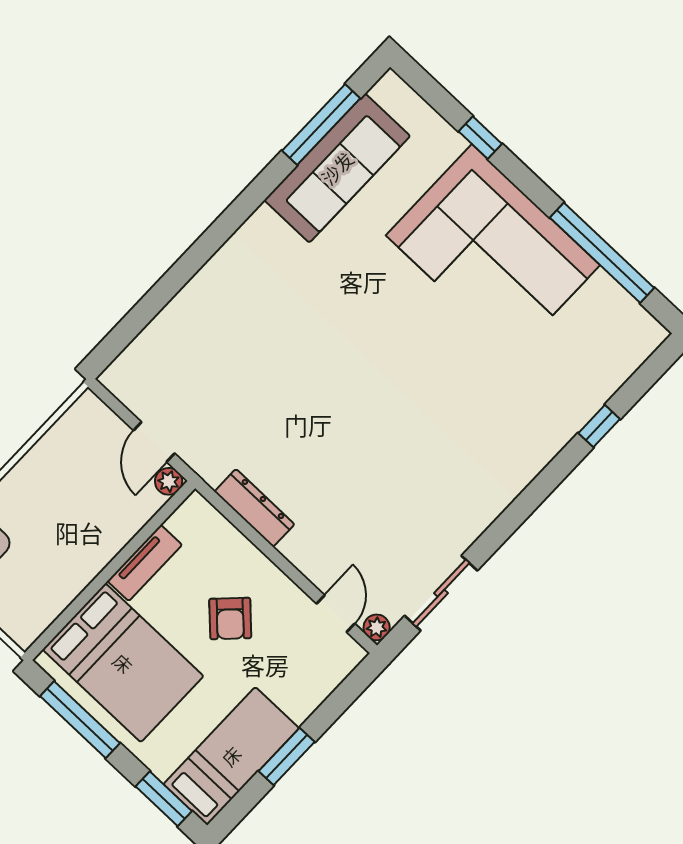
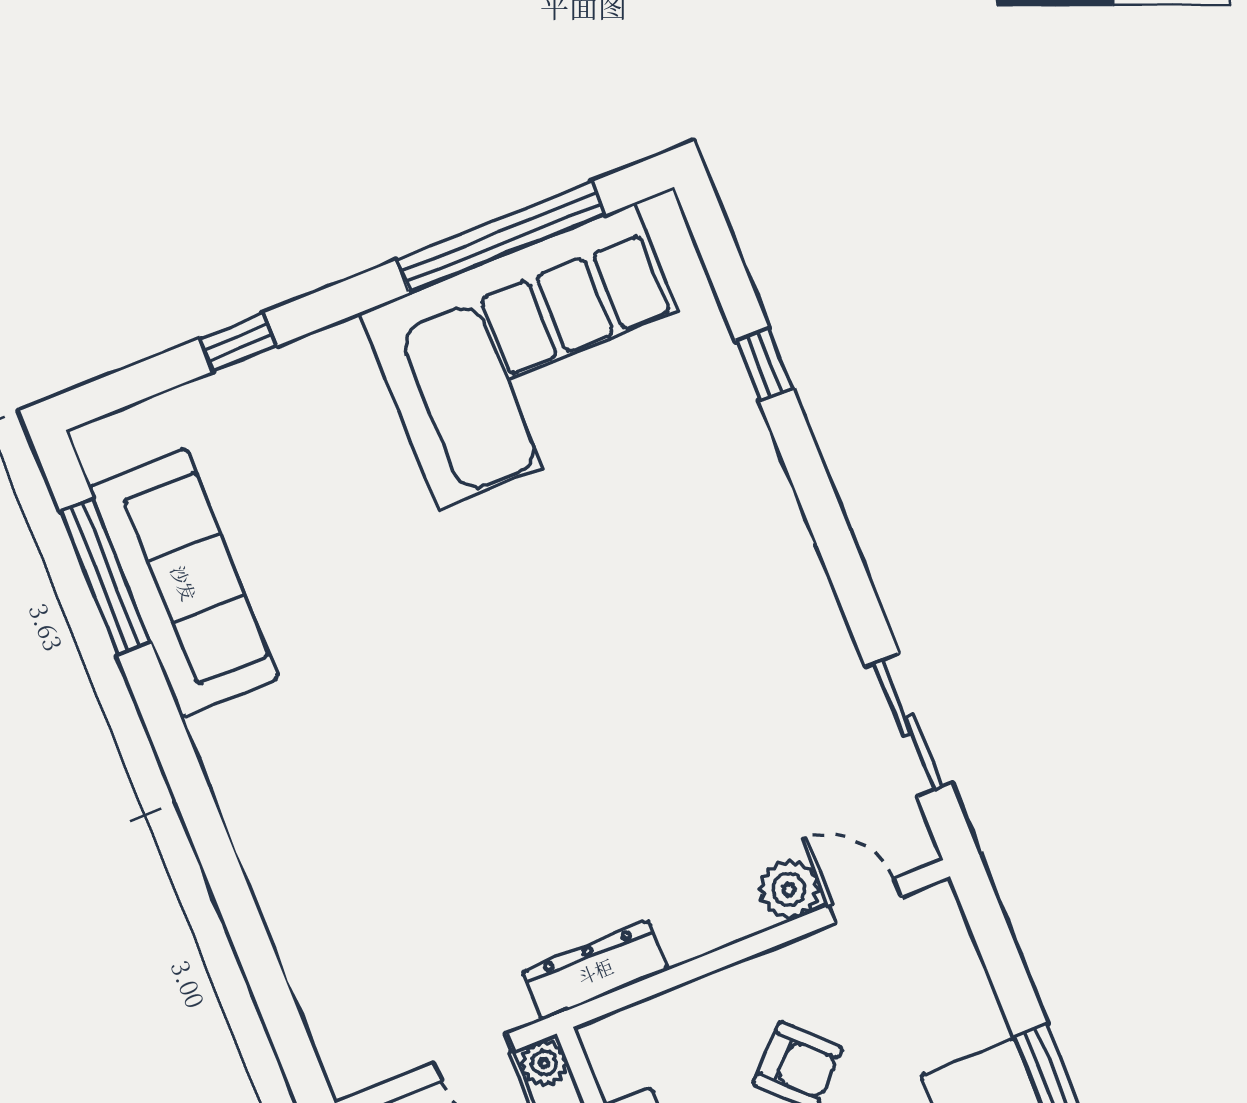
corner sofa: (493, 250) -> (536, 356), moved
dresser: (254, 508) -> (595, 971), moved
plant: (377, 627) -> (789, 889), moved, width x1.38, depth x1.38

